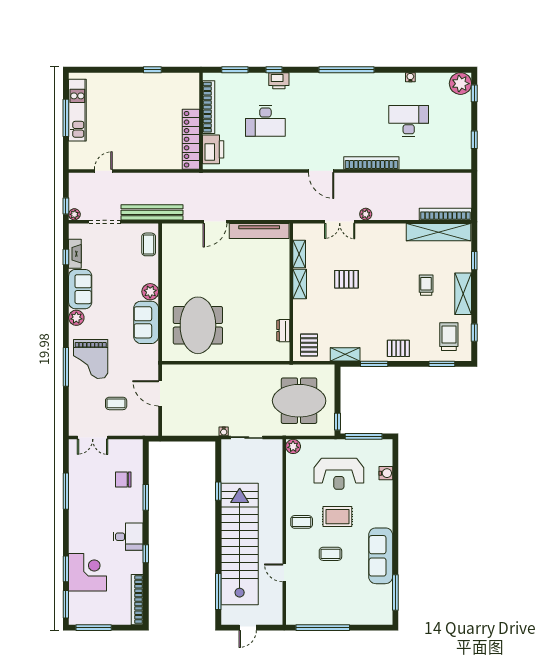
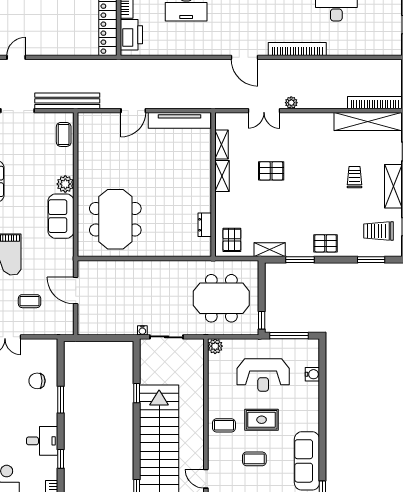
trolley: (449, 337) -> (378, 231), turned -90

